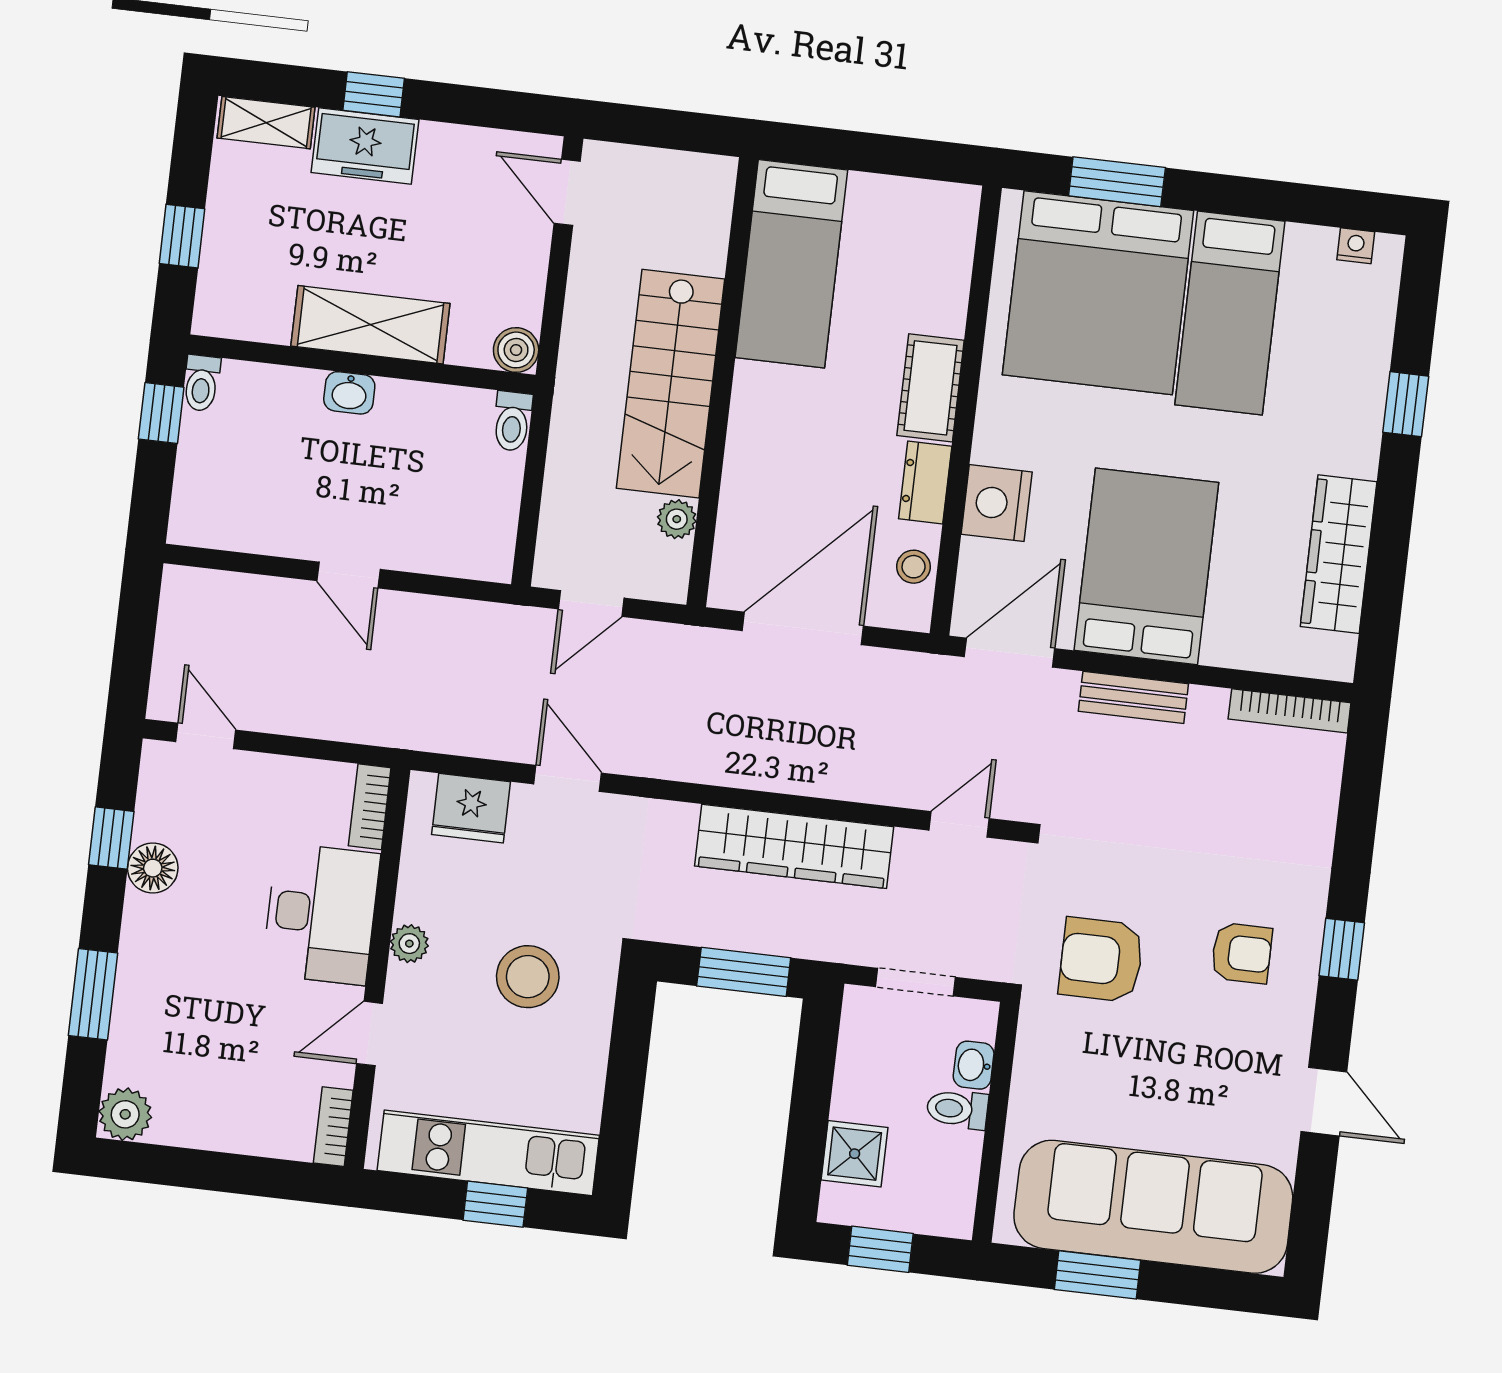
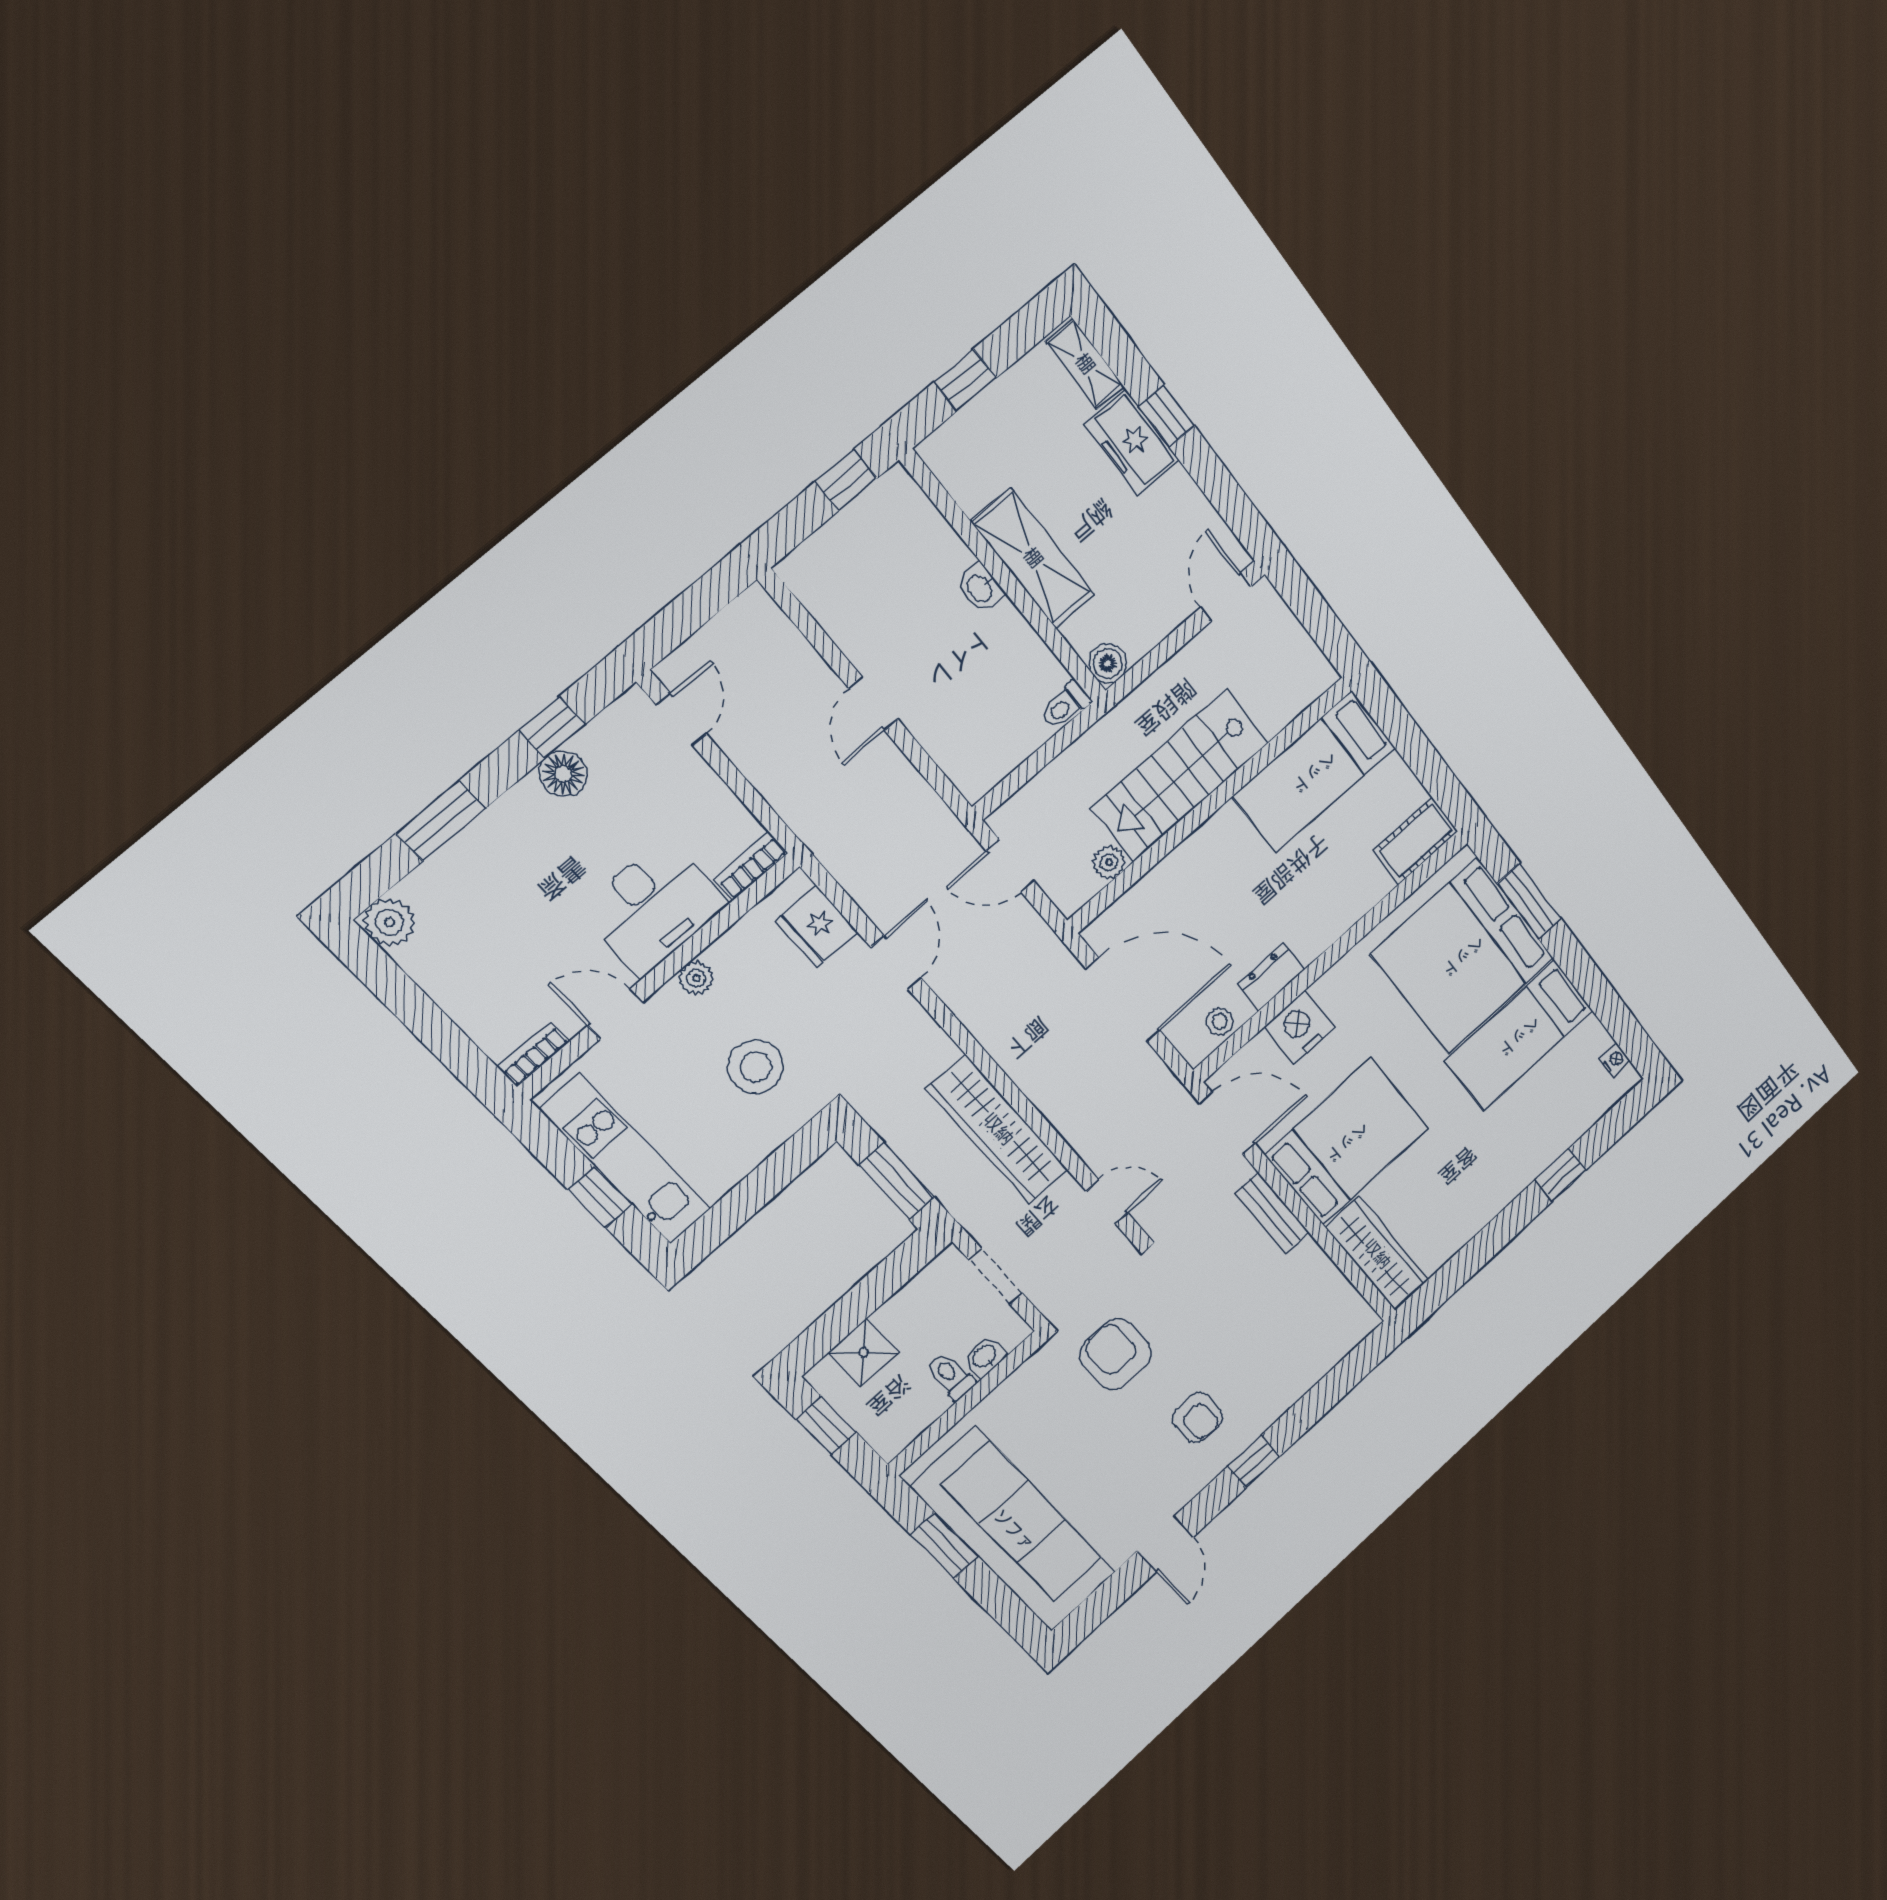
toilet: (201, 383) -> (891, 487), removed
cot: (931, 388) -> (1415, 841), moved
wardrobe: (1339, 554) -> (1377, 1254), moved, turned 90
bookcase: (1290, 711) -> (1348, 1297), removed

